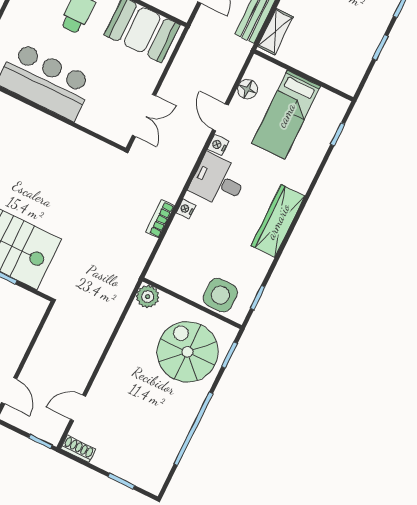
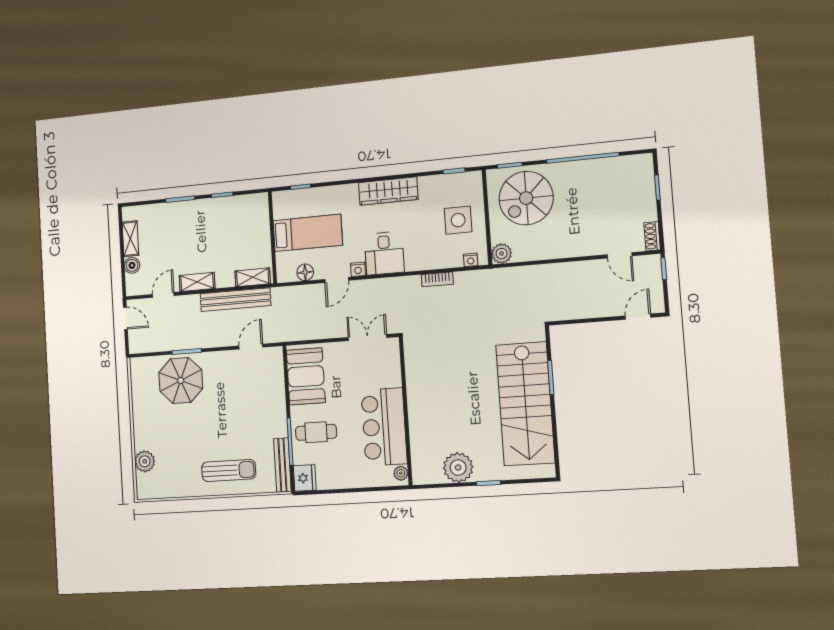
nightstand: (186, 209) -> (471, 260), moved
side table: (220, 295) -> (458, 220), moved

